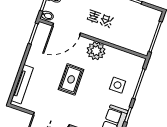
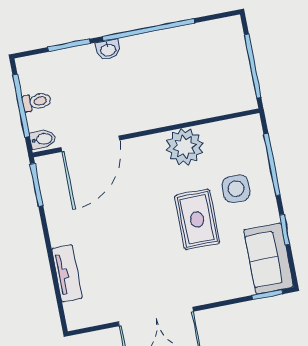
plant: (96, 51) -> (185, 147), moved
rug: (71, 79) -> (197, 219), moved
tv unit: (22, 84) -> (67, 273), width x0.71

